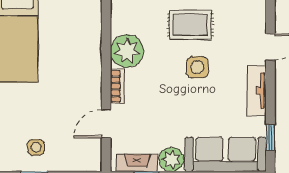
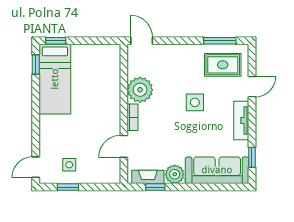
rug: (190, 25) -> (223, 65), moved

